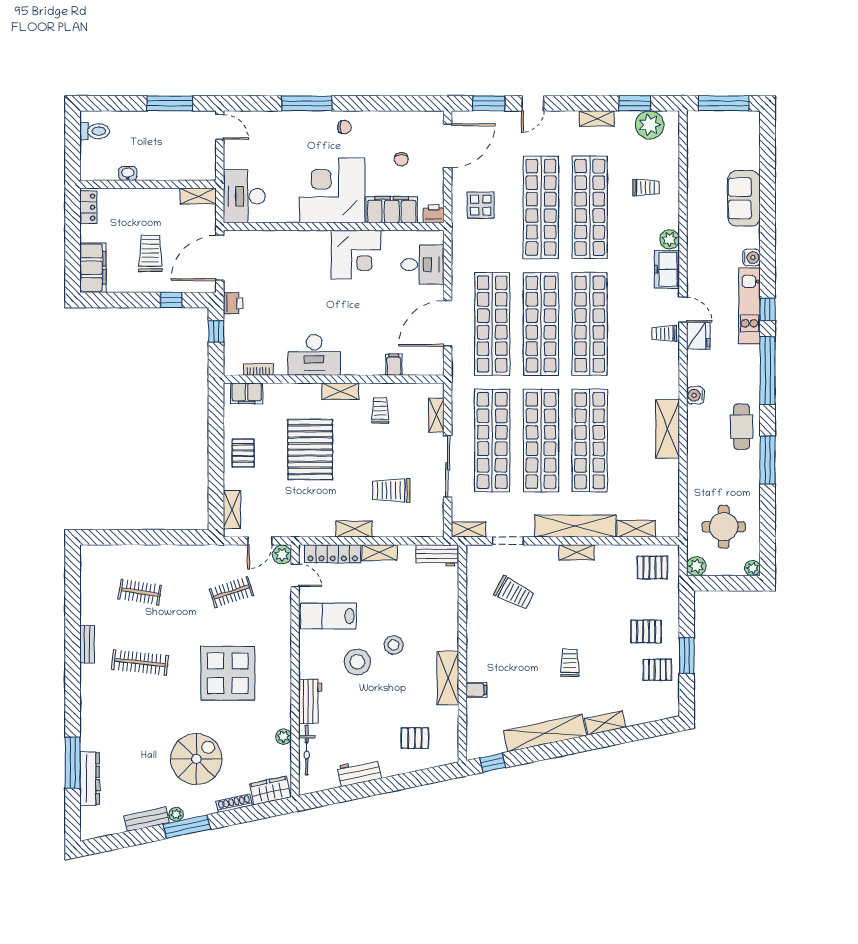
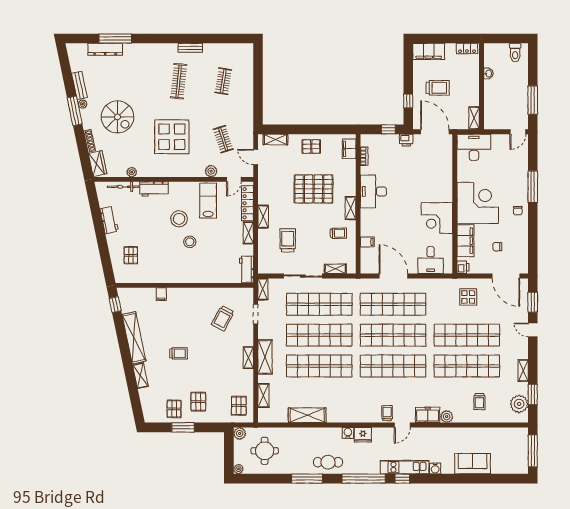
fridge: (698, 336) -> (363, 435), moved
shelving: (668, 429) -> (307, 415), moved
shelving: (575, 526) -> (265, 357), width x0.68
plant: (282, 555) -> (211, 171), moved
shelving: (448, 678) -> (169, 276), removed

